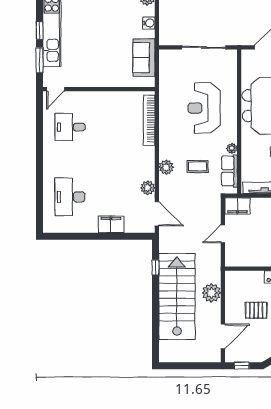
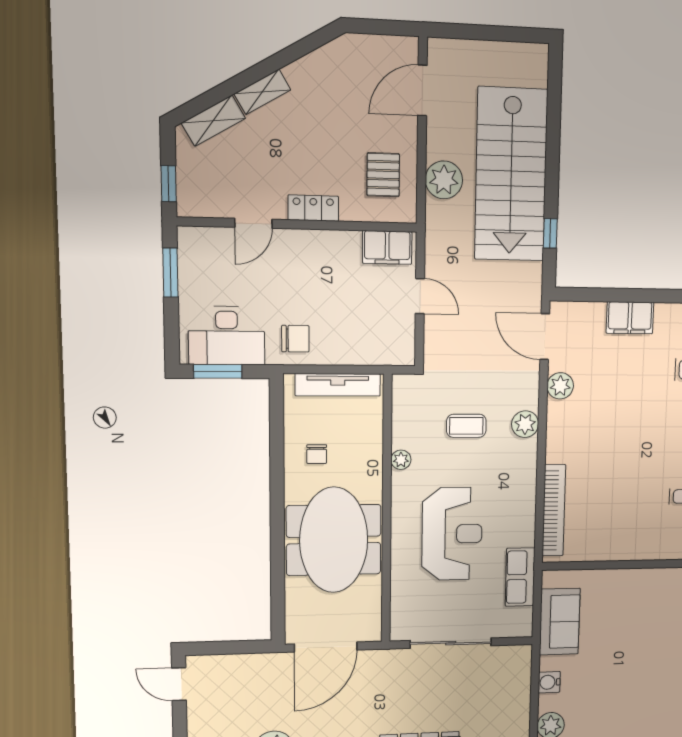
row of seats: (229, 171) -> (520, 577), moved, turned 180
filing cabinet: (237, 206) -> (387, 247), moved, turned 180
door: (223, 234) -> (420, 296), hinge flipped
pallet: (256, 310) -> (383, 175), moved, turned 90
window: (242, 366) -> (386, 27), removed

